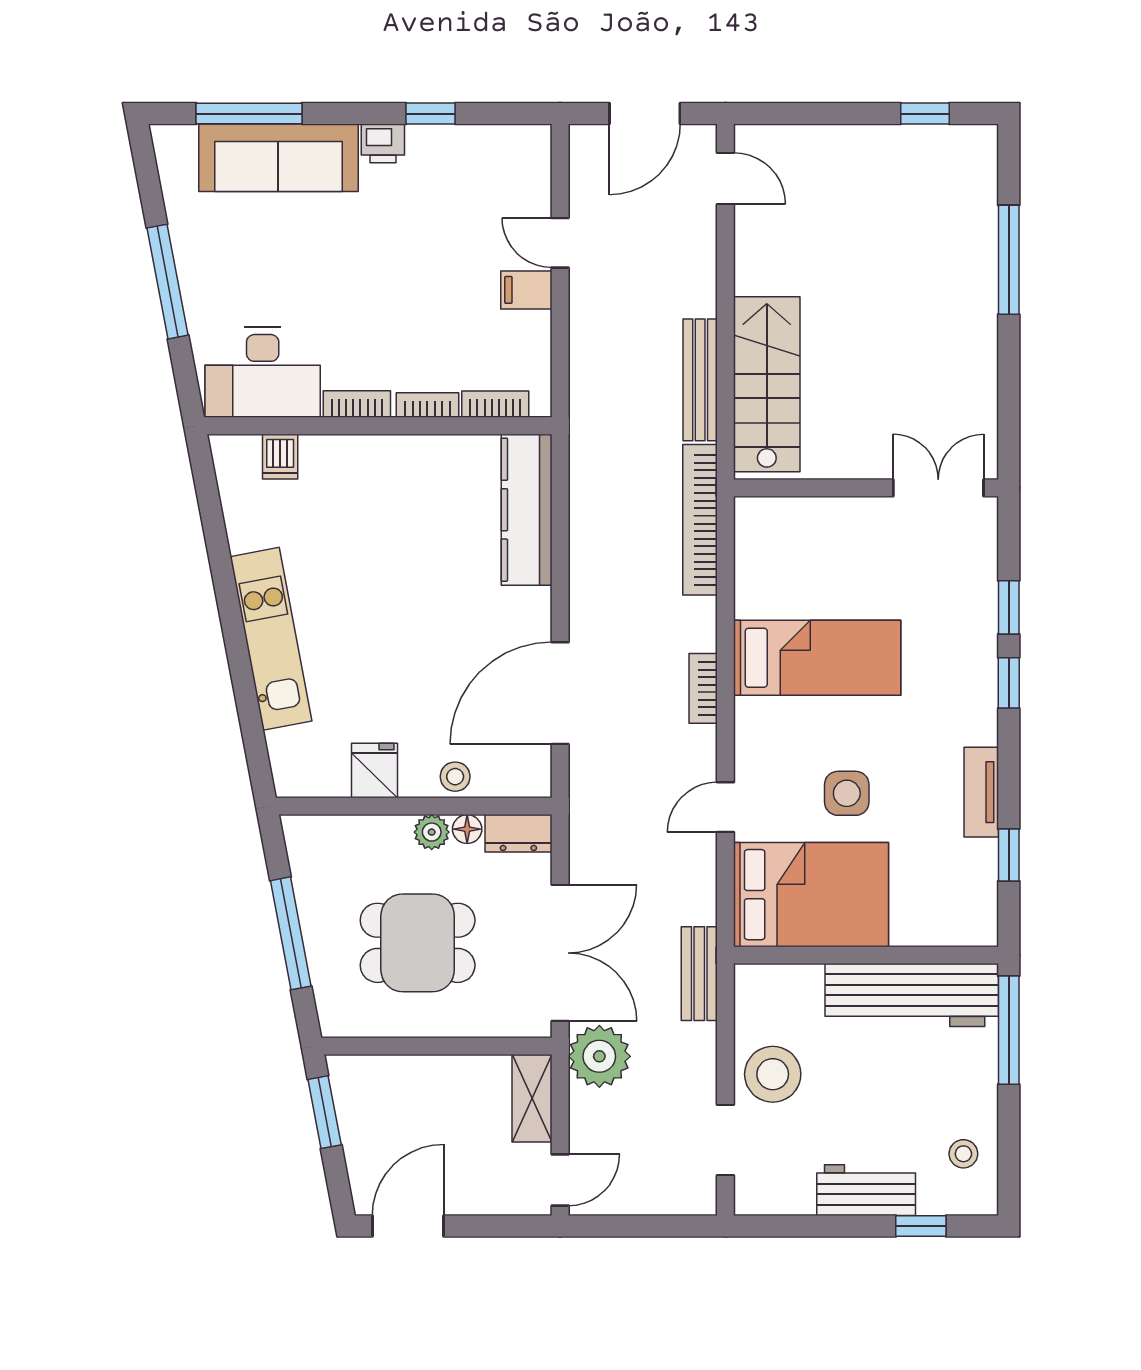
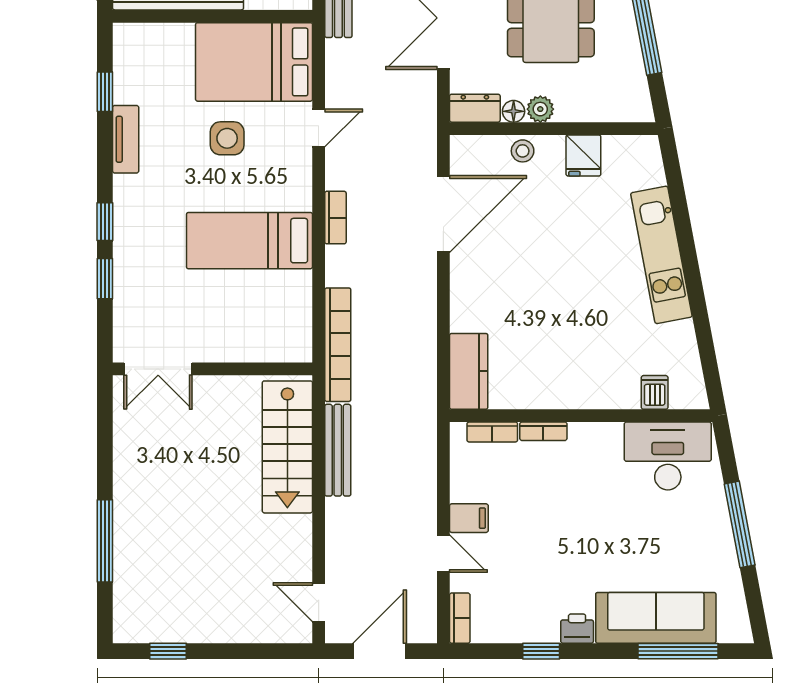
bookcase: (357, 404) -> (460, 618), moved, turned -90
kitchen counter: (527, 510) -> (469, 371), width x0.67

